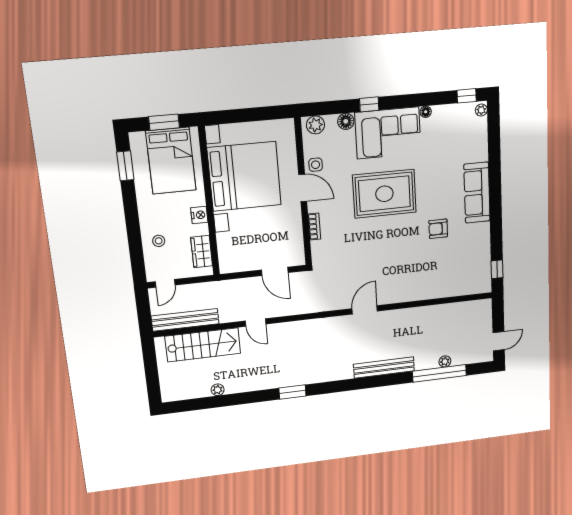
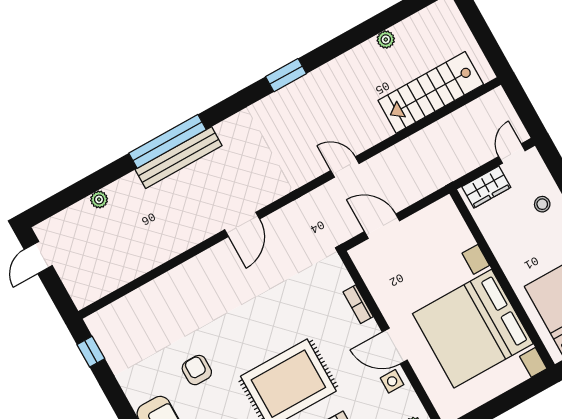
nightstand: (199, 215) -> (507, 258), removed
armchair: (438, 229) -> (197, 370), turned -90
wardrobe: (202, 252) -> (486, 187), moved, turned 90
bench: (185, 320) -> (467, 116), removed
door: (256, 323) -> (345, 167), moved
window: (439, 373) -> (168, 141), moved

